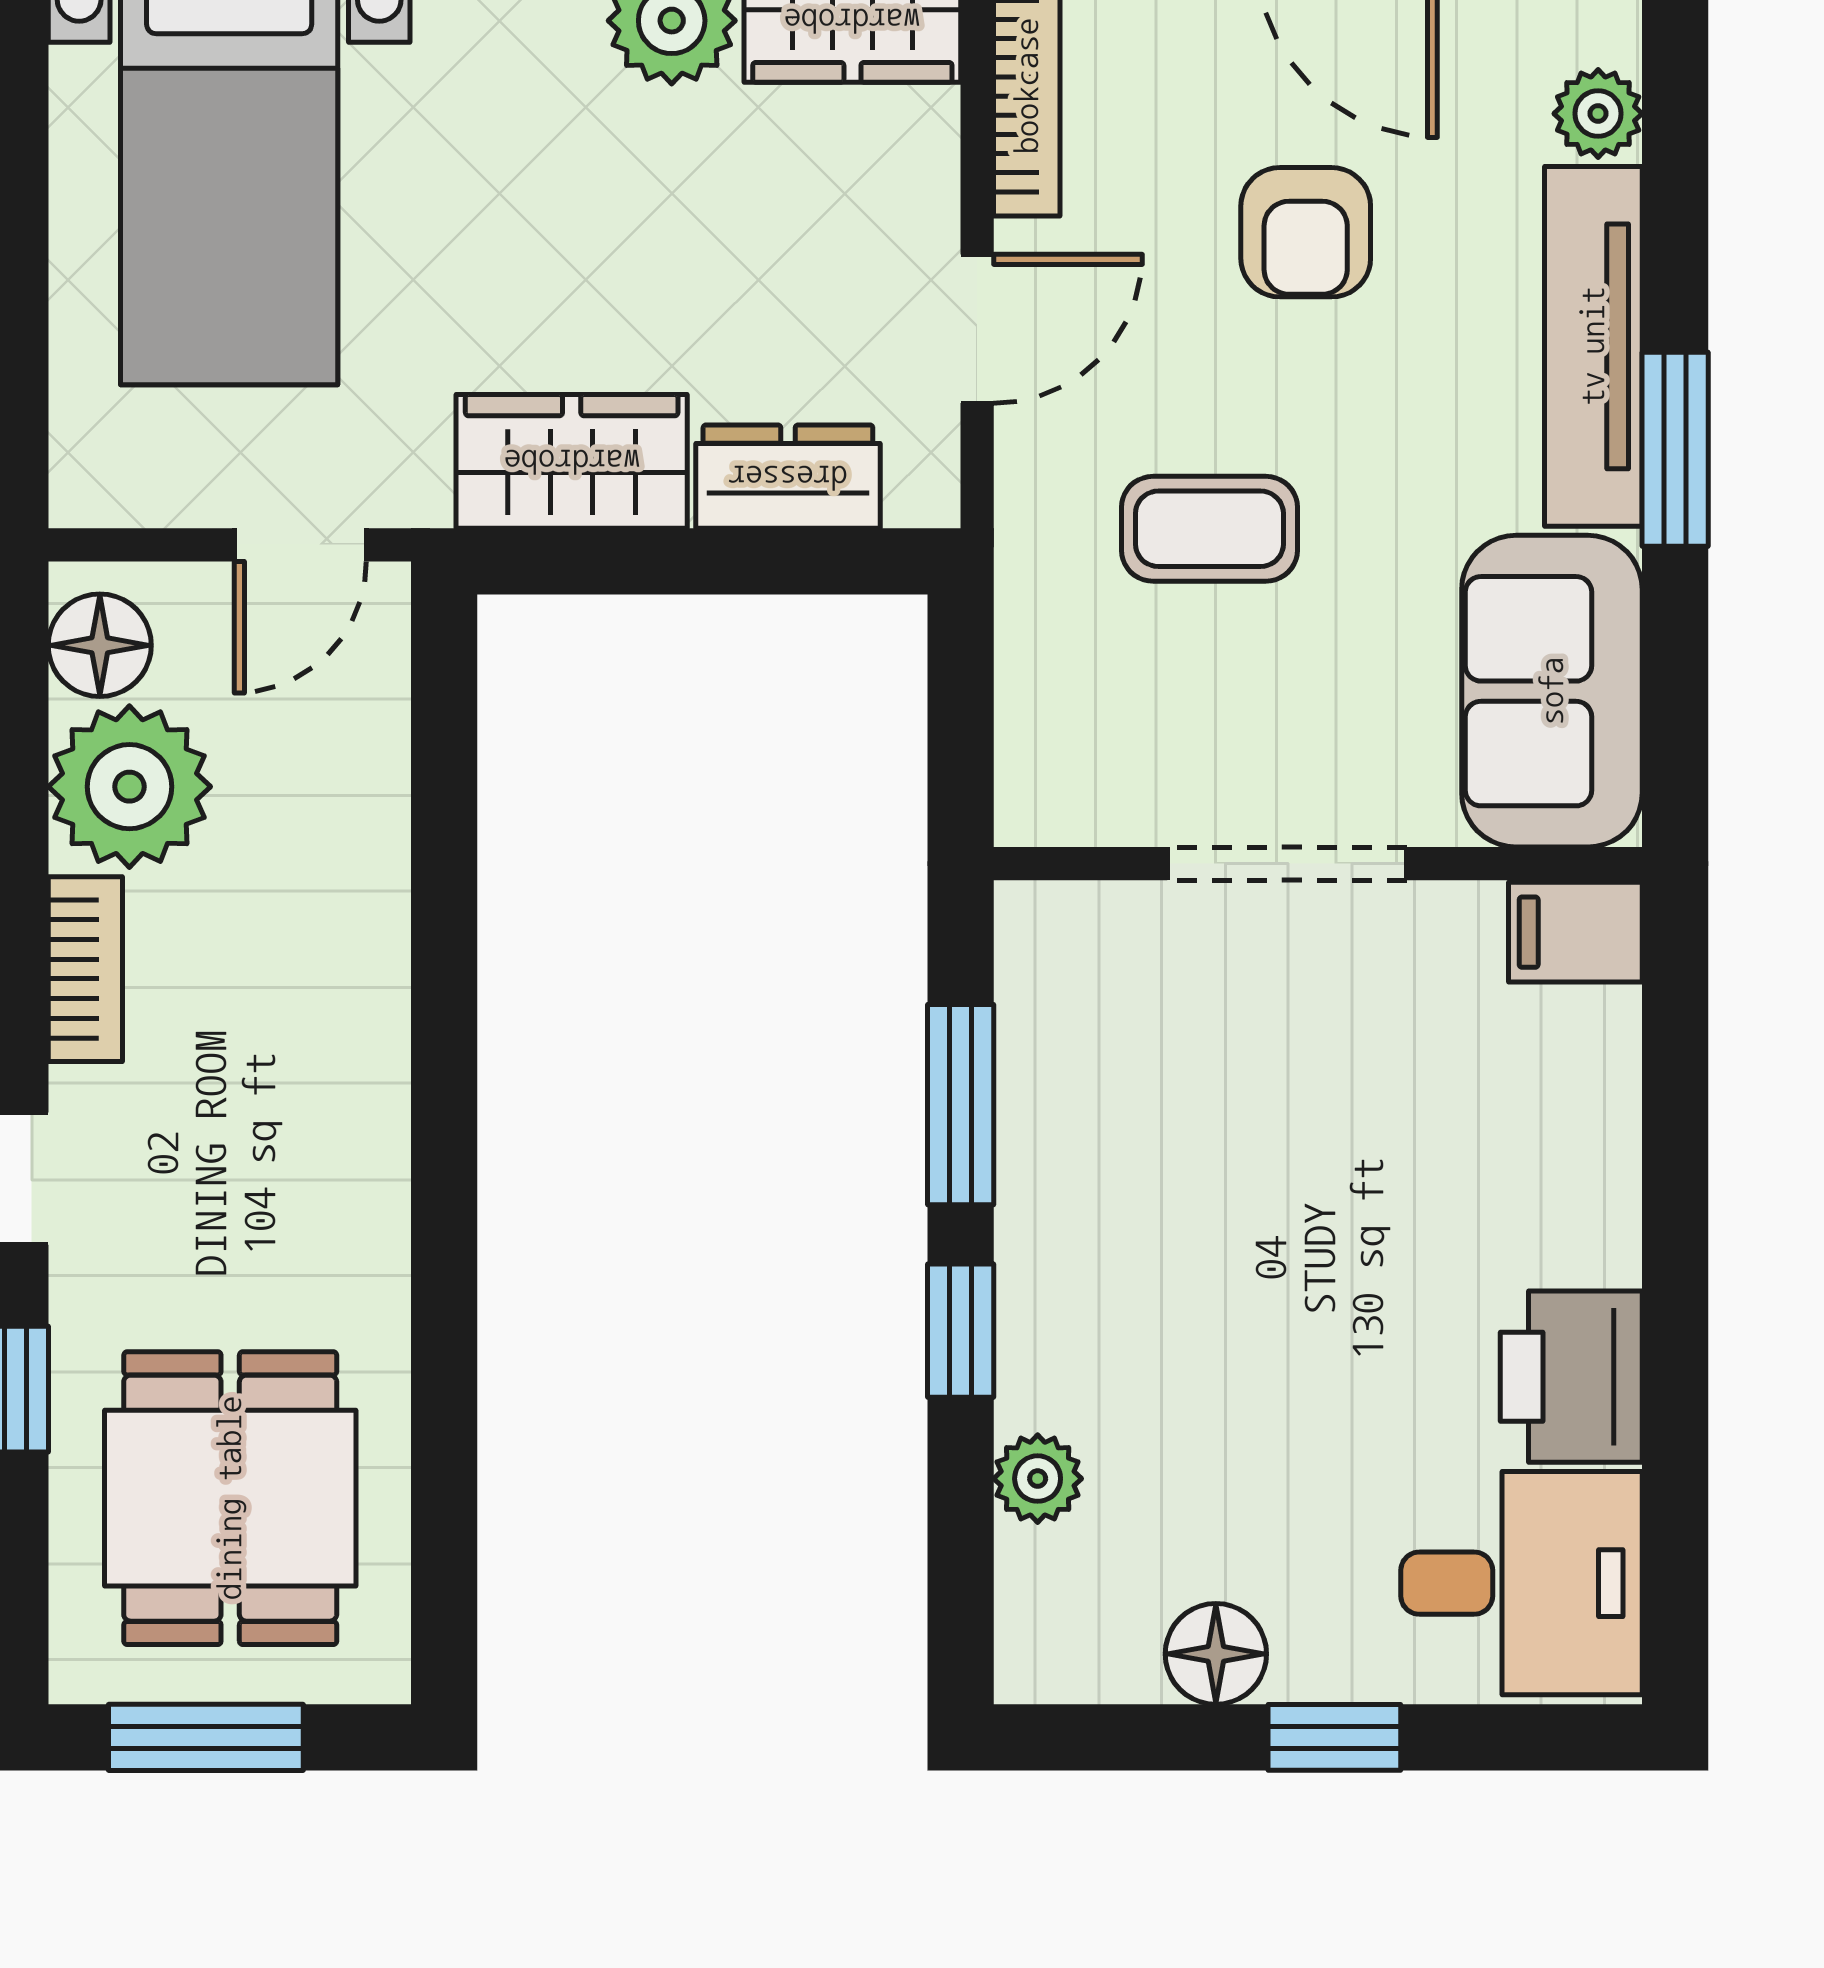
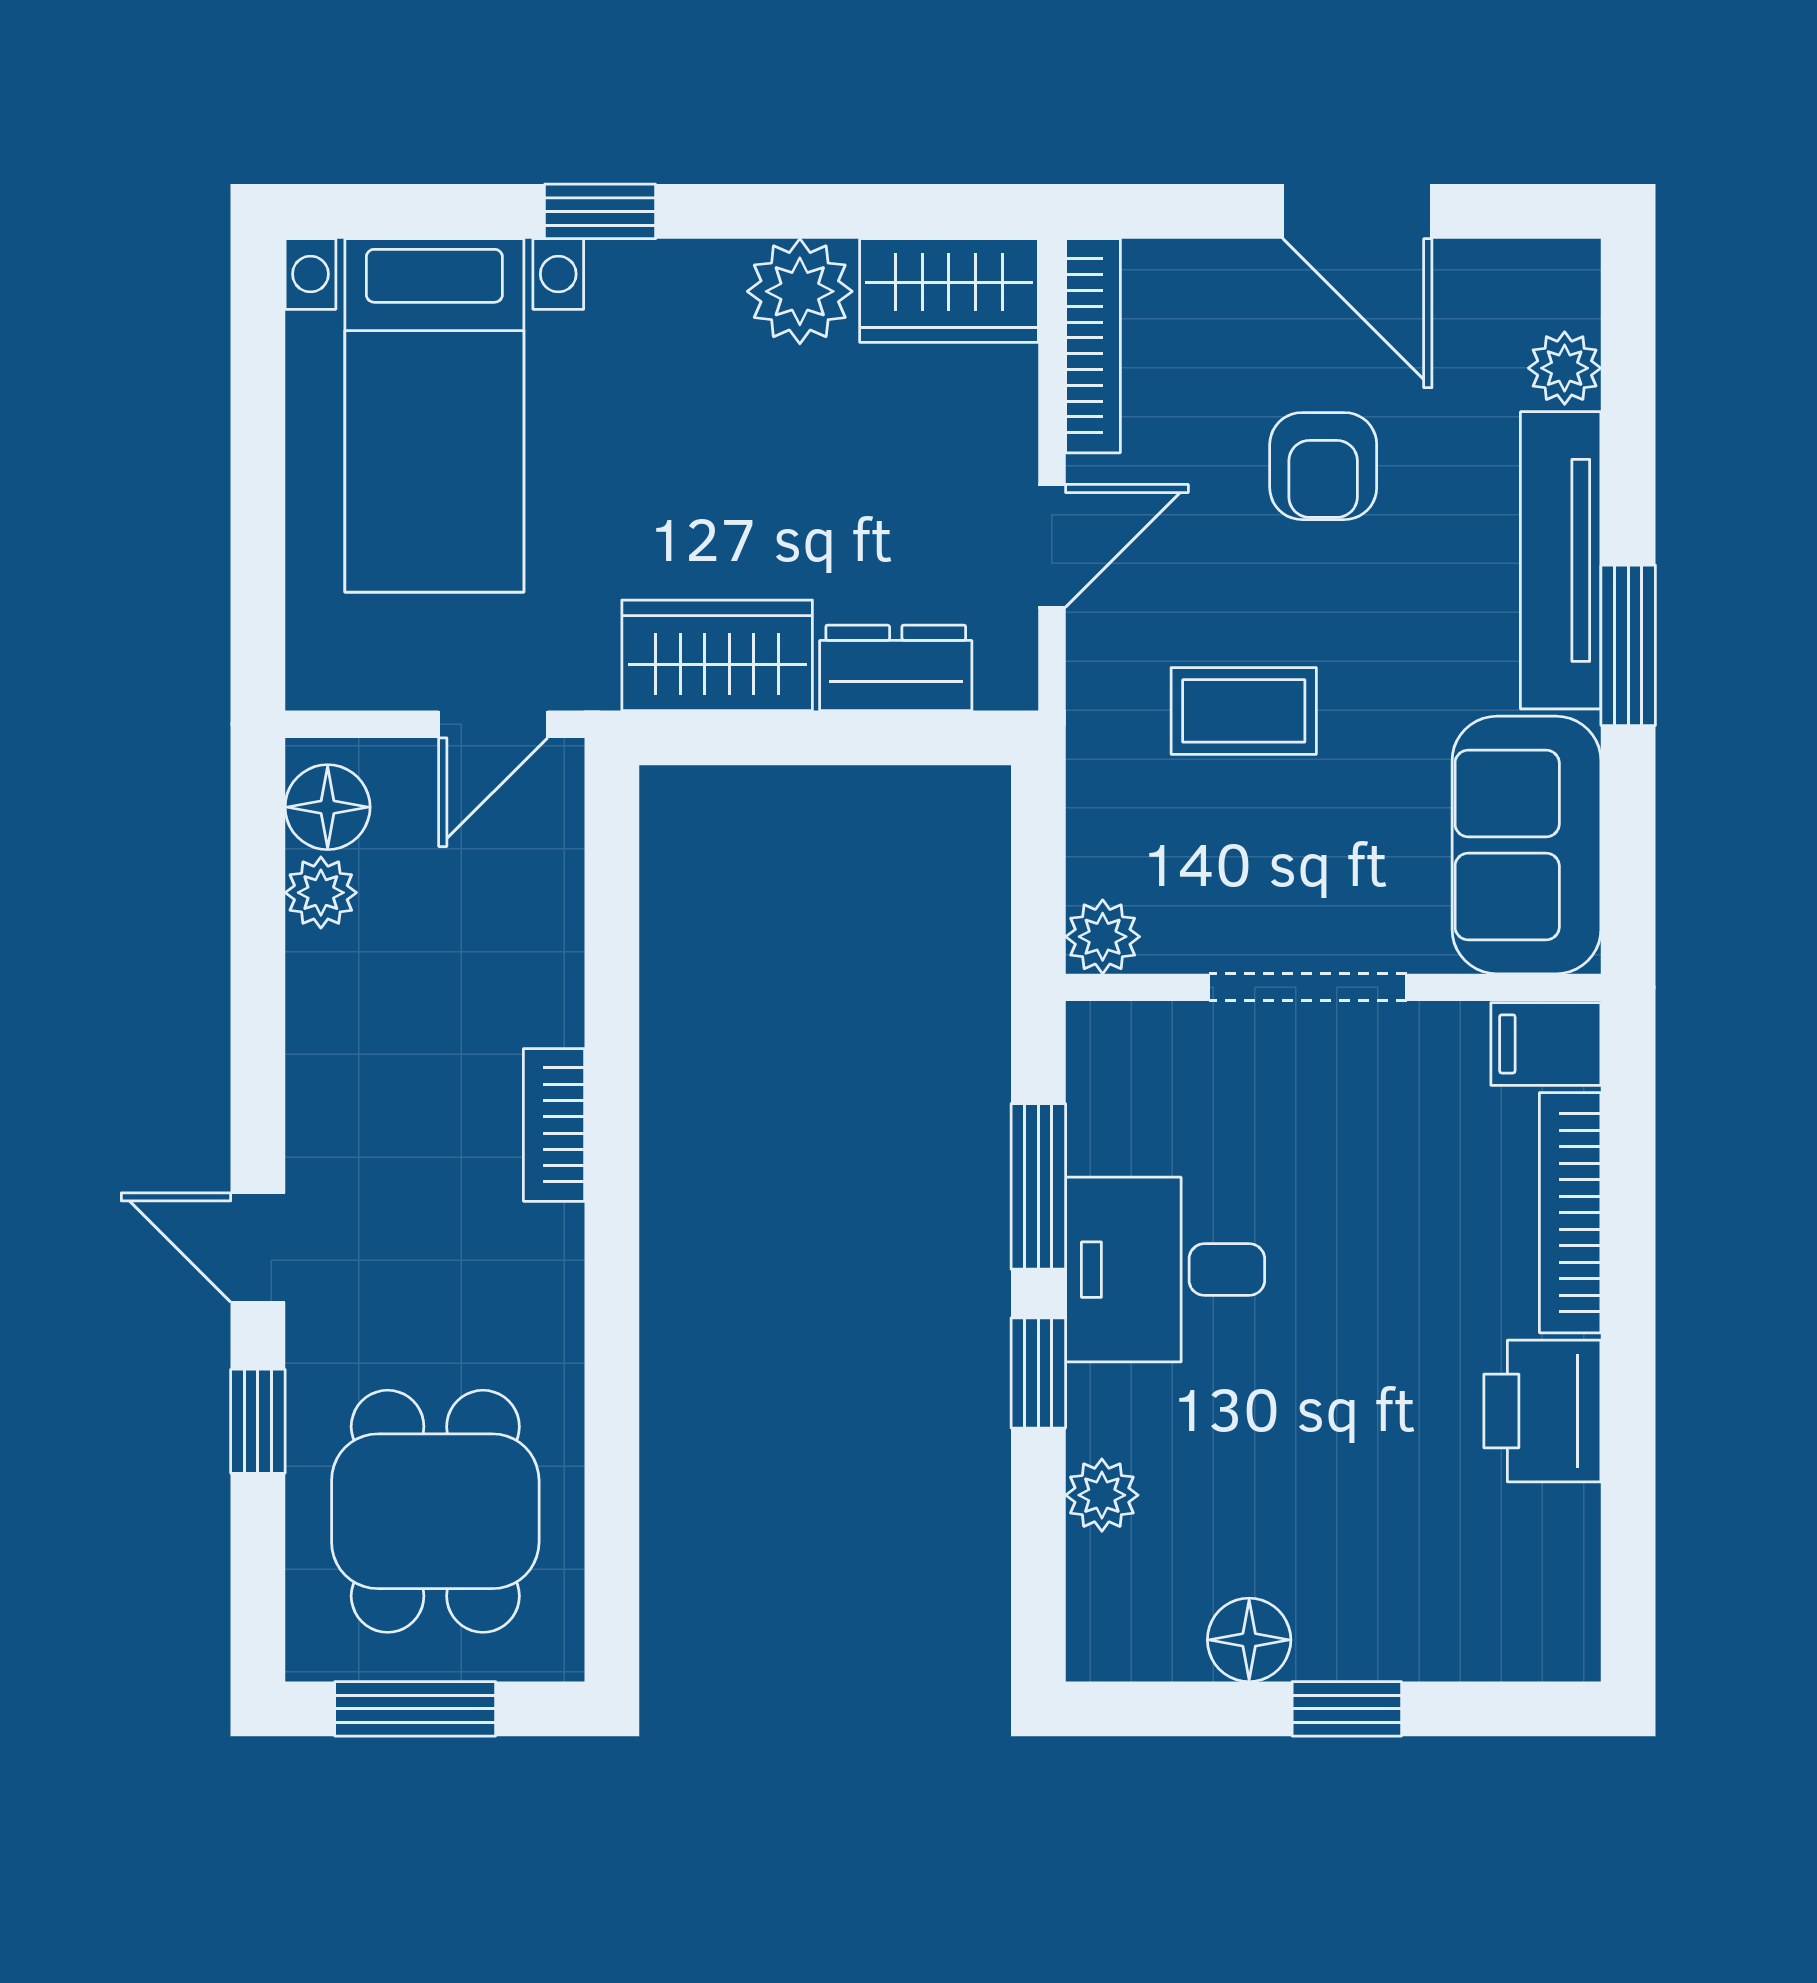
plant: (129, 787) -> (321, 893), width x0.53, depth x0.53
plant: (1038, 802) -> (1103, 937), added
bookcase: (85, 969) -> (554, 1125), moved, turned 180
bookcase: (1605, 1137) -> (1570, 1213), added
desk: (1522, 1583) -> (1165, 1270), moved, turned 180

